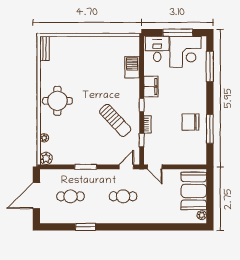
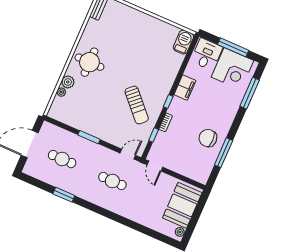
barbecue: (132, 67) -> (183, 42), moved
plant: (46, 158) -> (68, 82), moved

